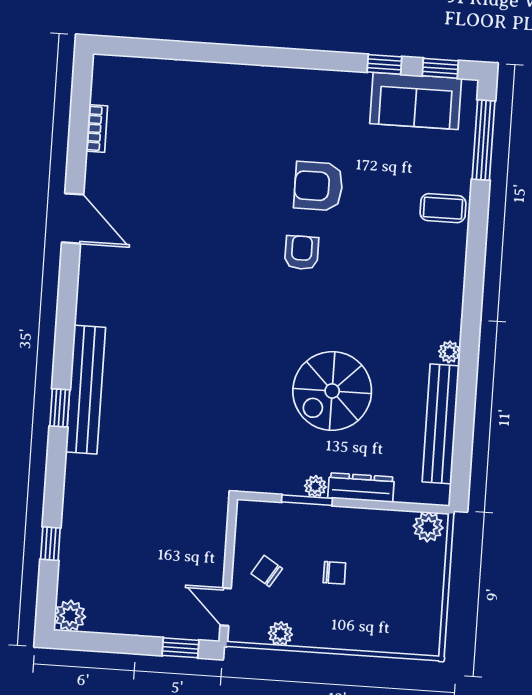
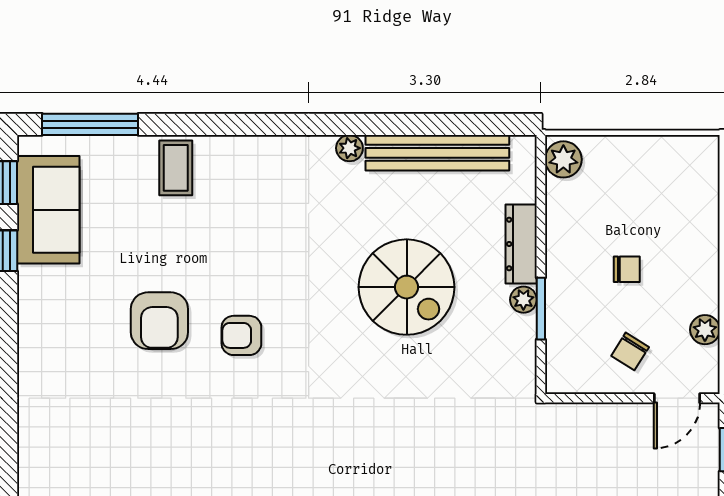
chair: (334, 573) -> (627, 269), turned 90

